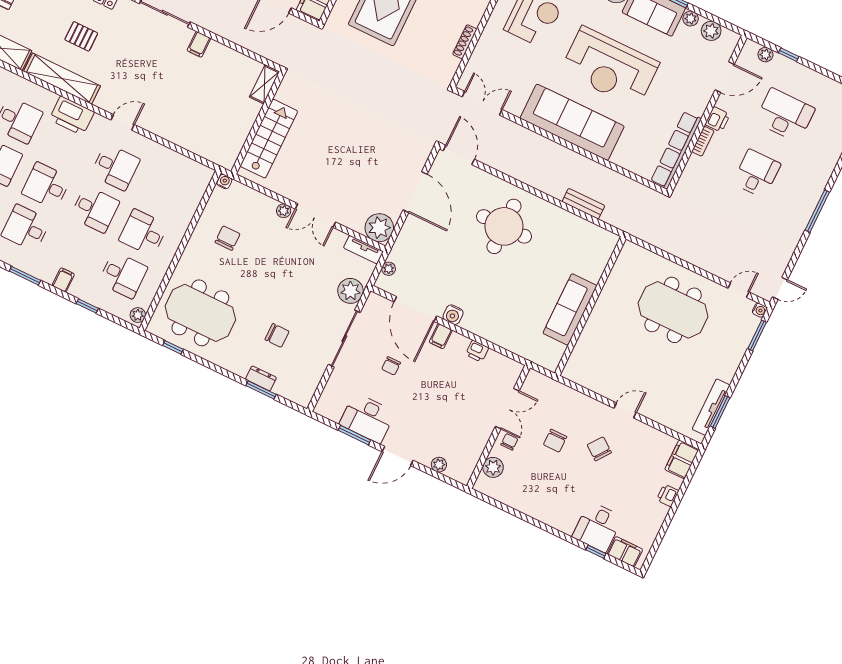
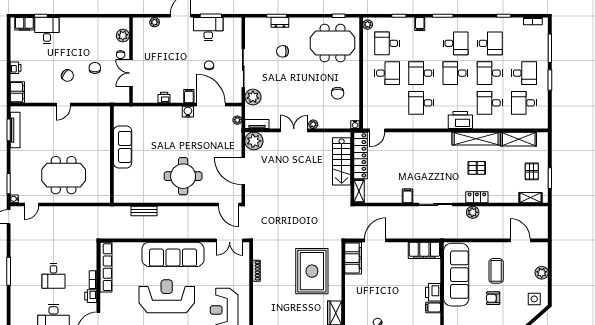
door: (123, 122) -> (377, 130), moved
locker: (238, 134) -> (360, 155), added
desk: (46, 186) -> (456, 73), turned 180

